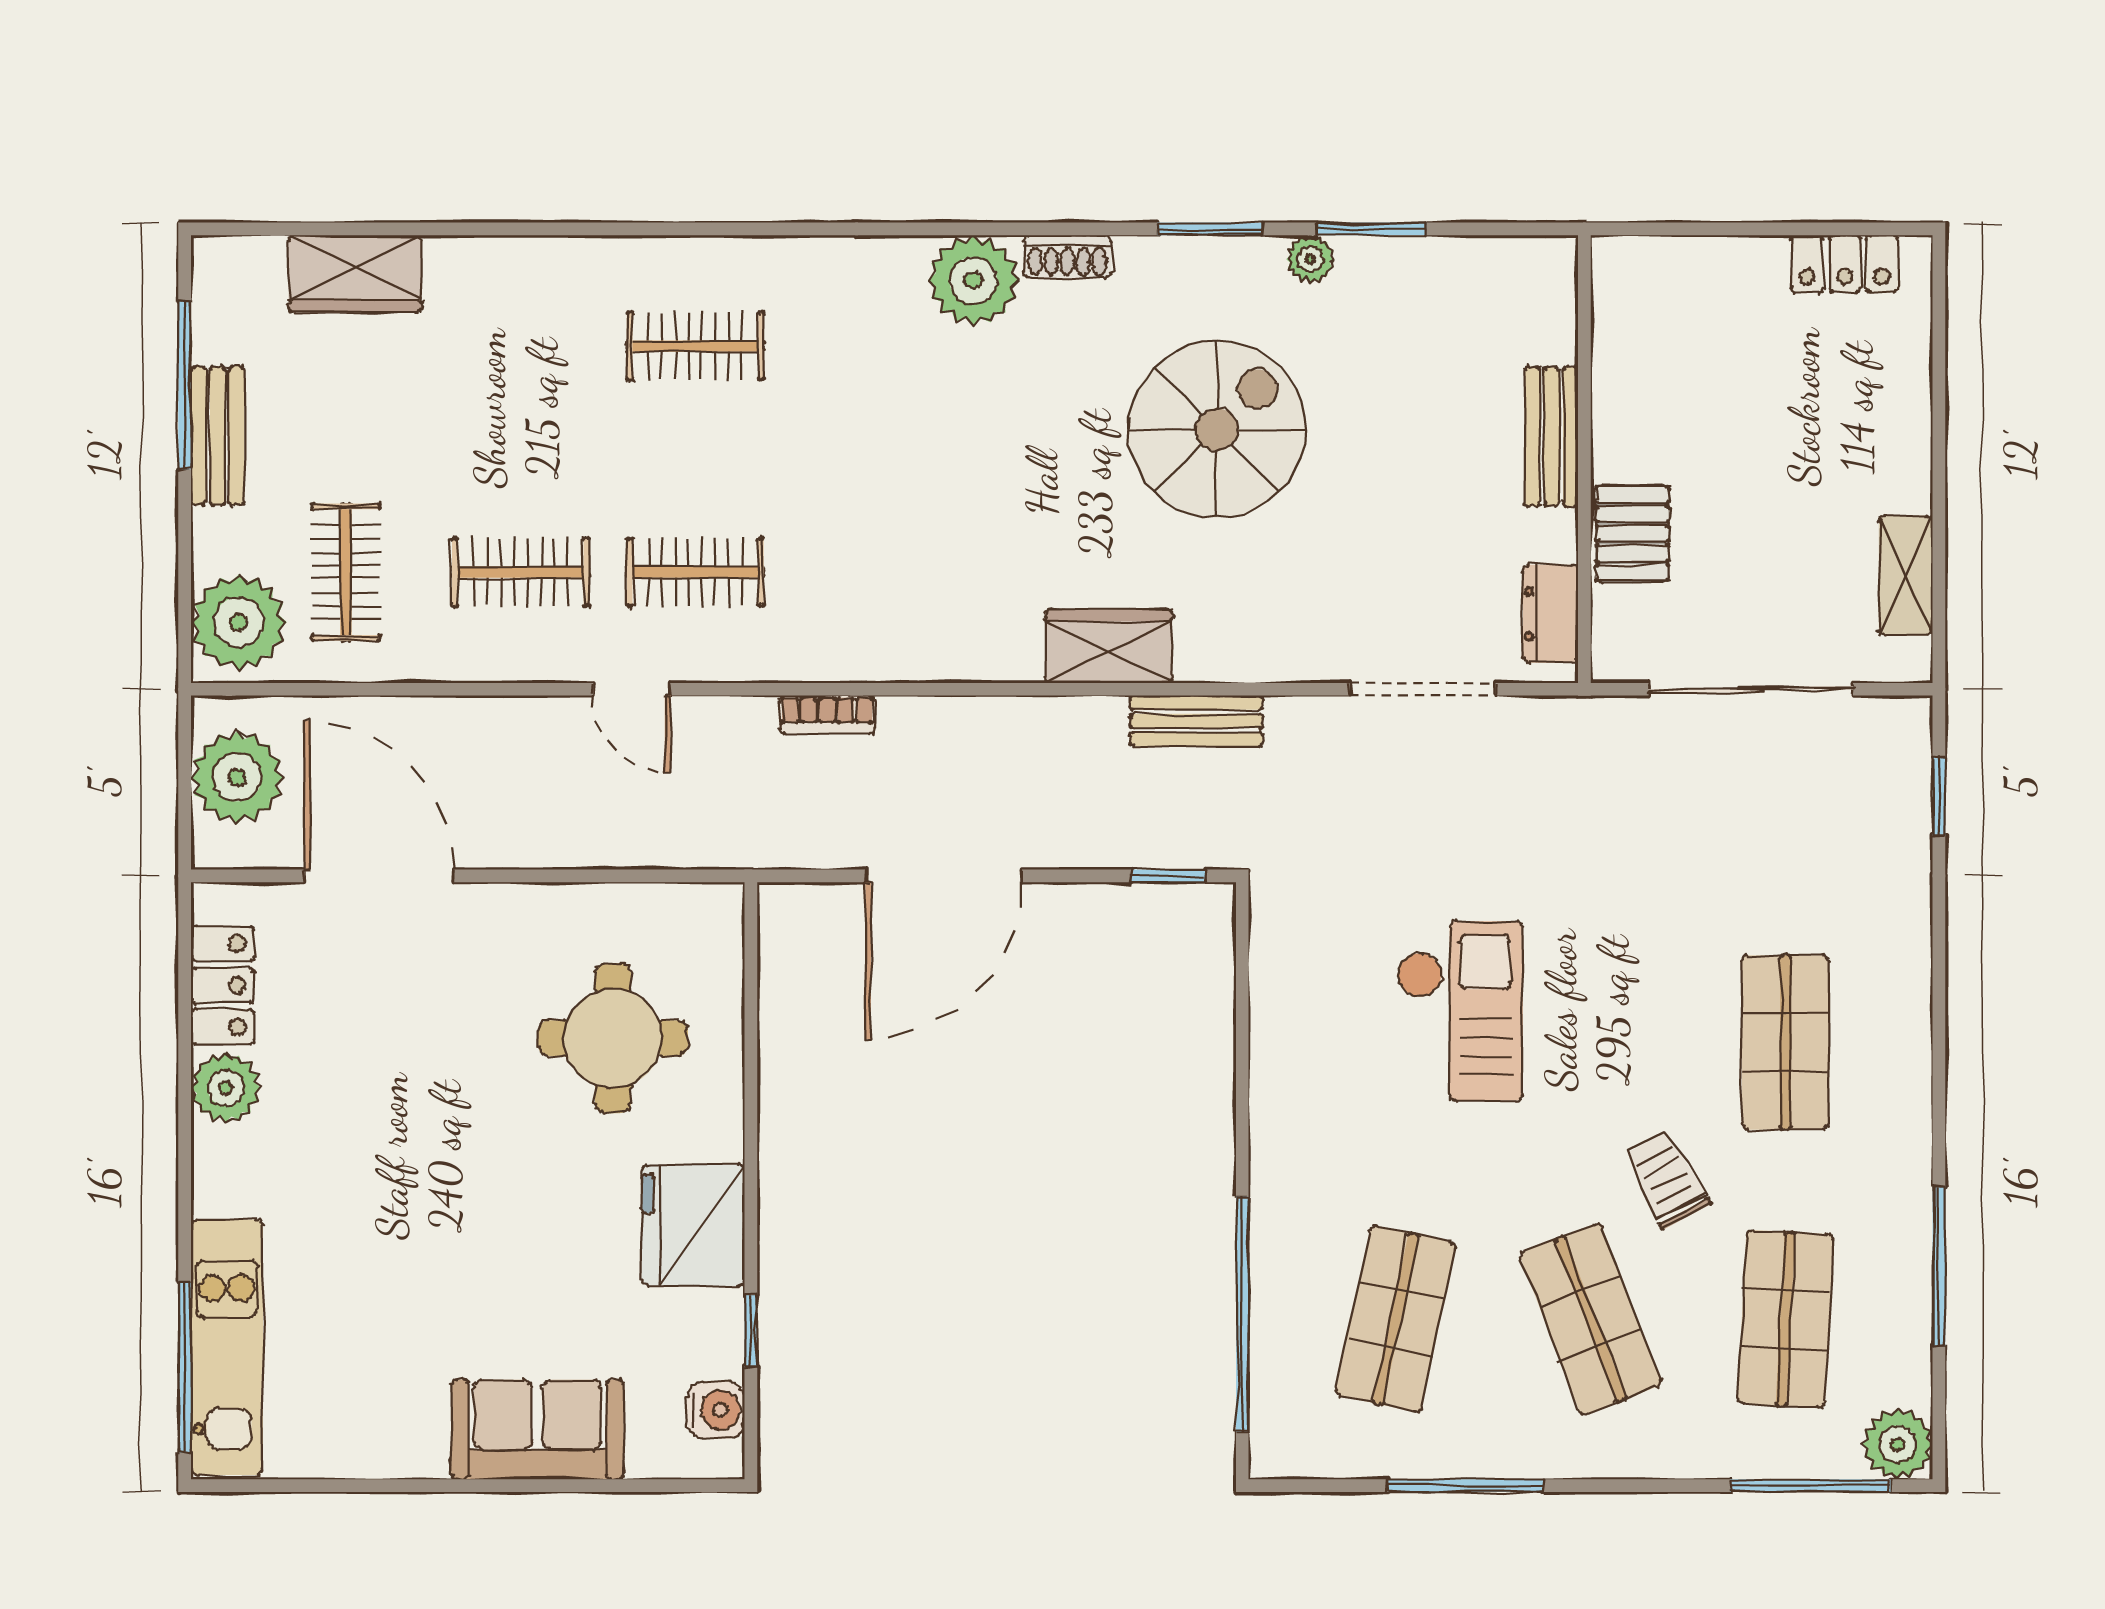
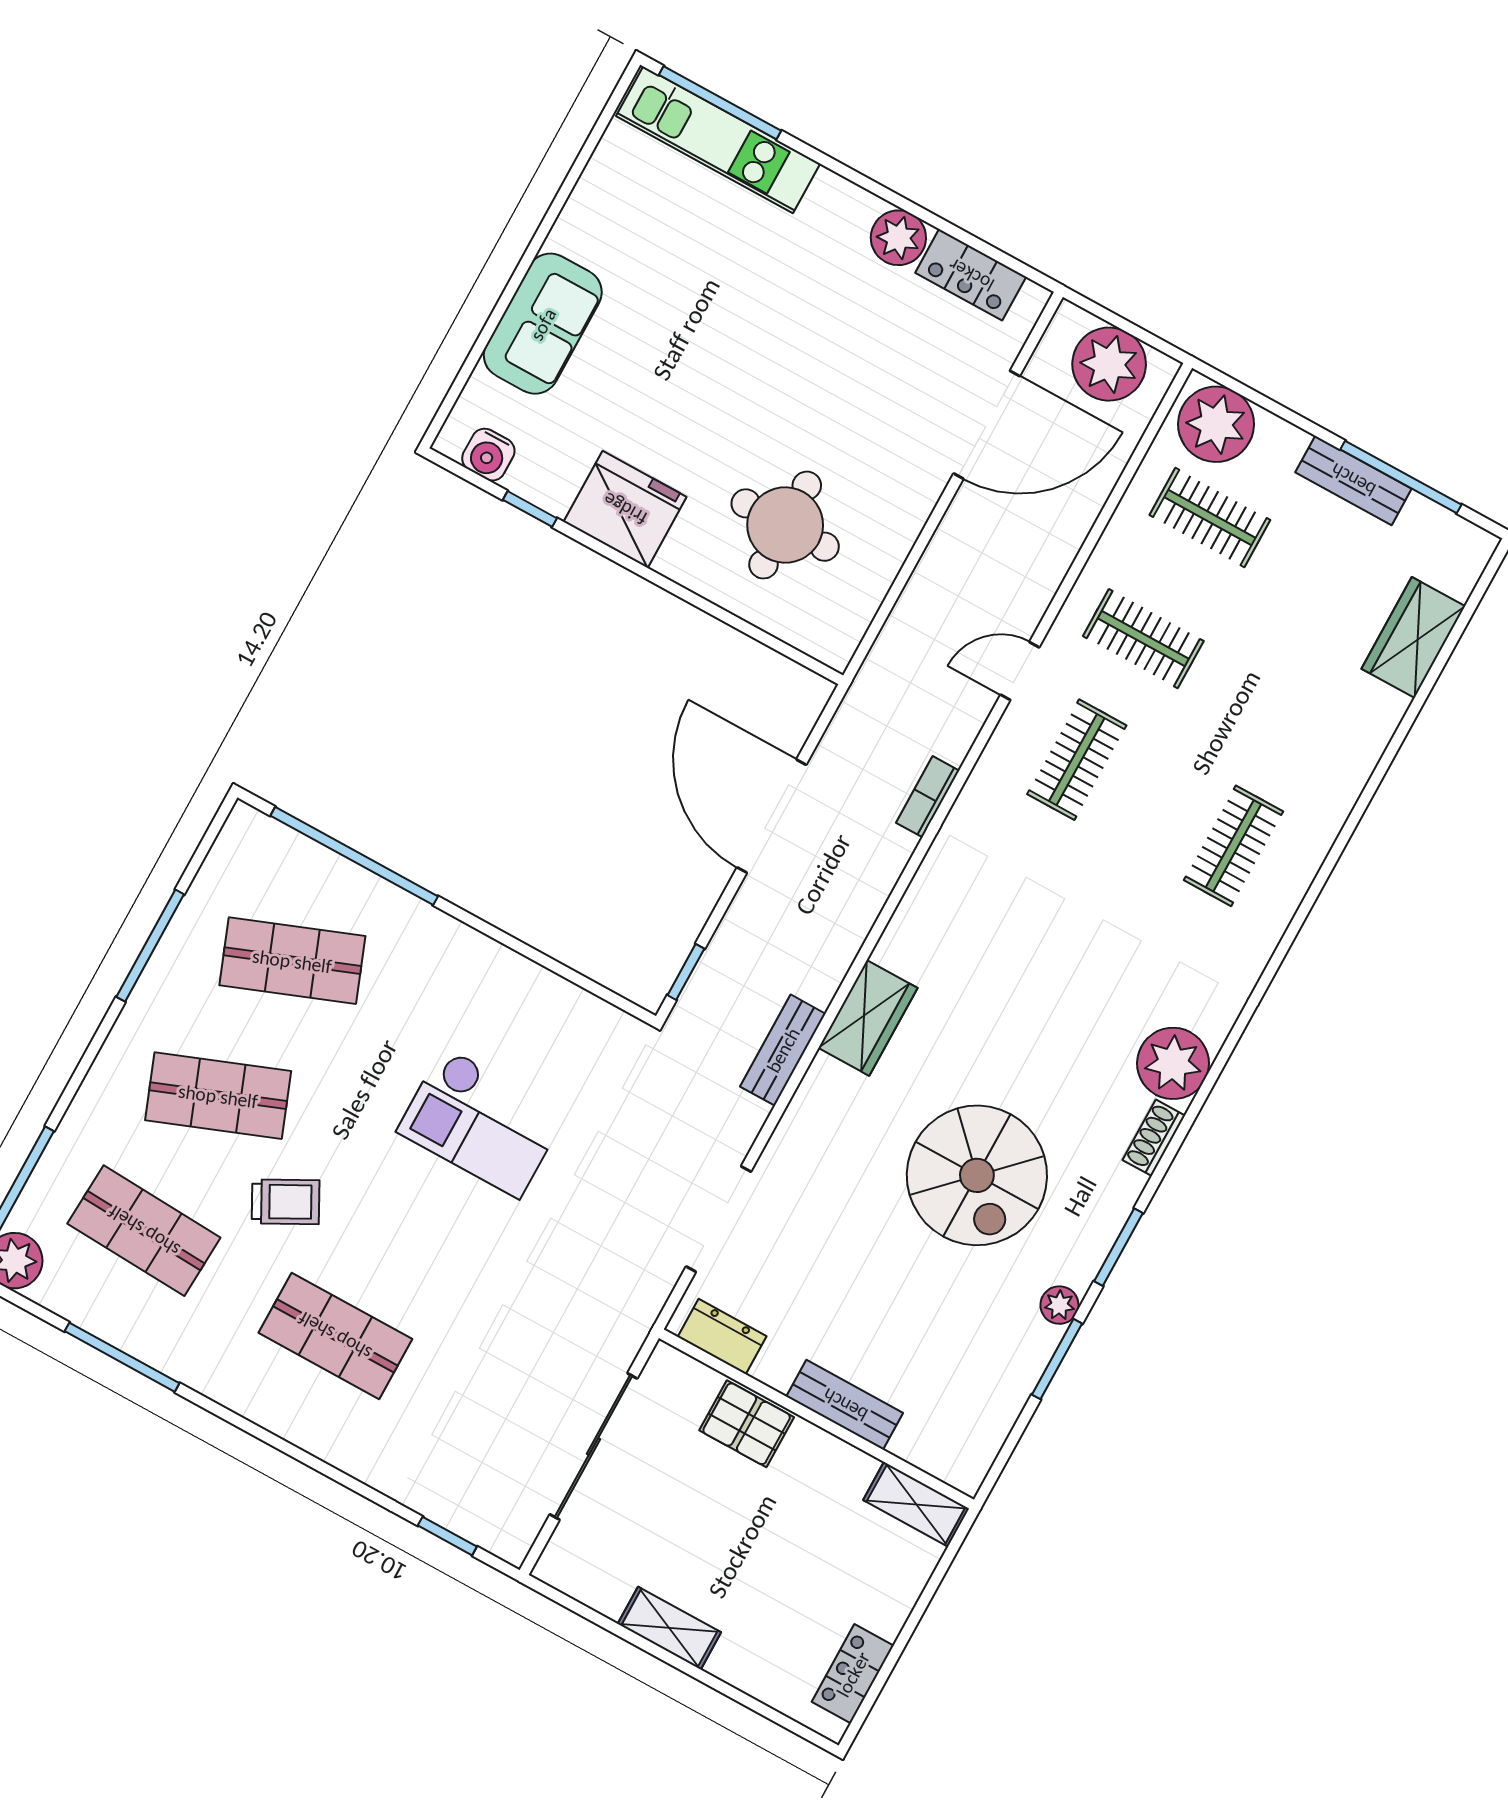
shelving: (1618, 297) -> (916, 1504), added
clothes rail: (521, 572) -> (1143, 639), turned 90
shelving: (1906, 576) -> (669, 1628), moved
shop shelf: (1396, 1319) -> (292, 961), turned -33

